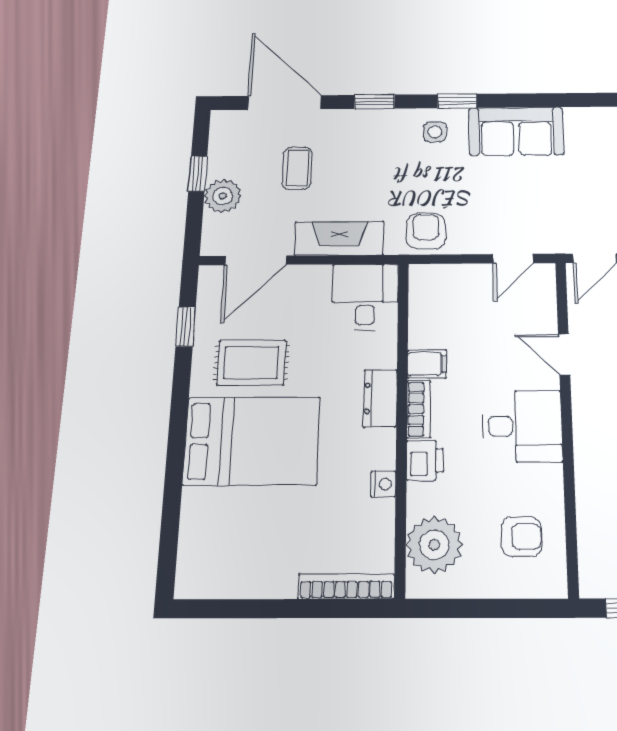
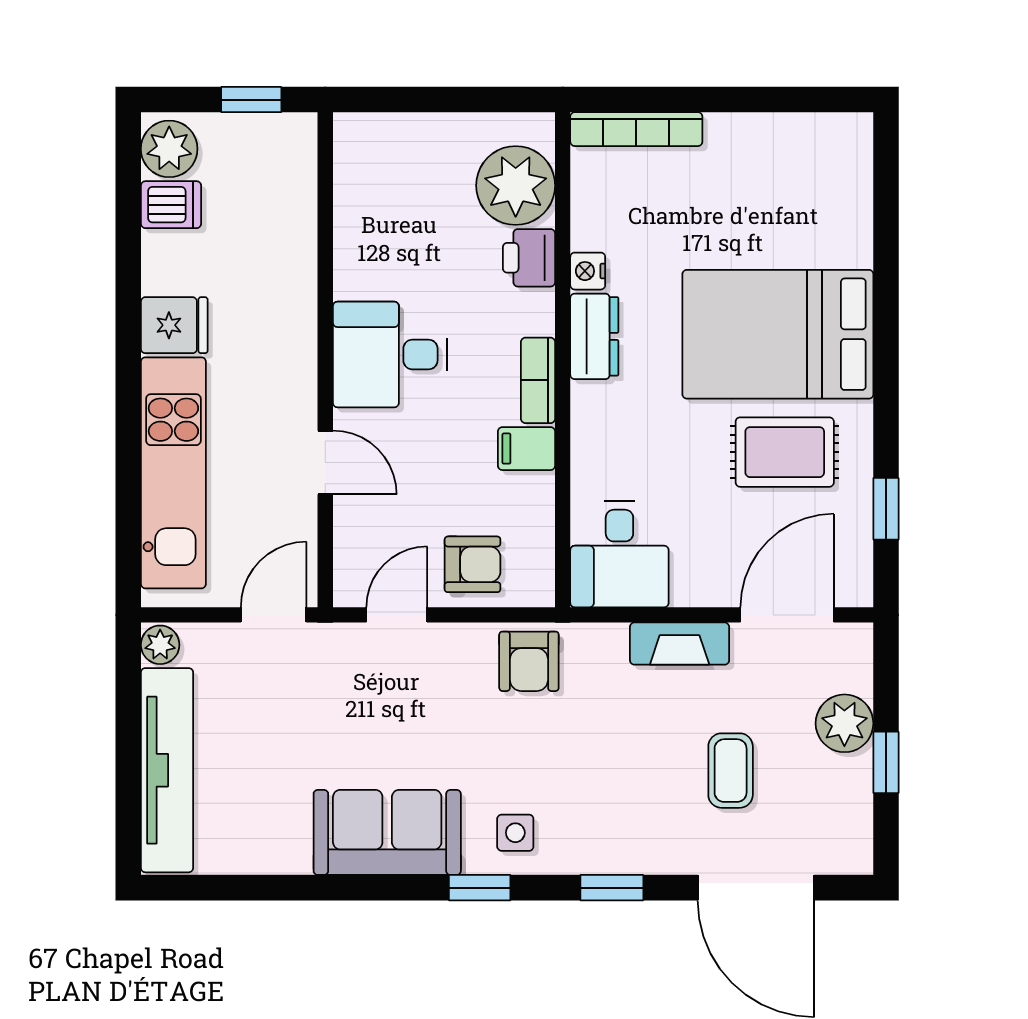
fireplace: (339, 238) -> (680, 644), width x0.73, depth x0.76
dresser: (380, 398) -> (594, 336), moved
printer: (425, 460) -> (529, 258), moved
armchair: (521, 537) -> (473, 564), moved, turned 180

